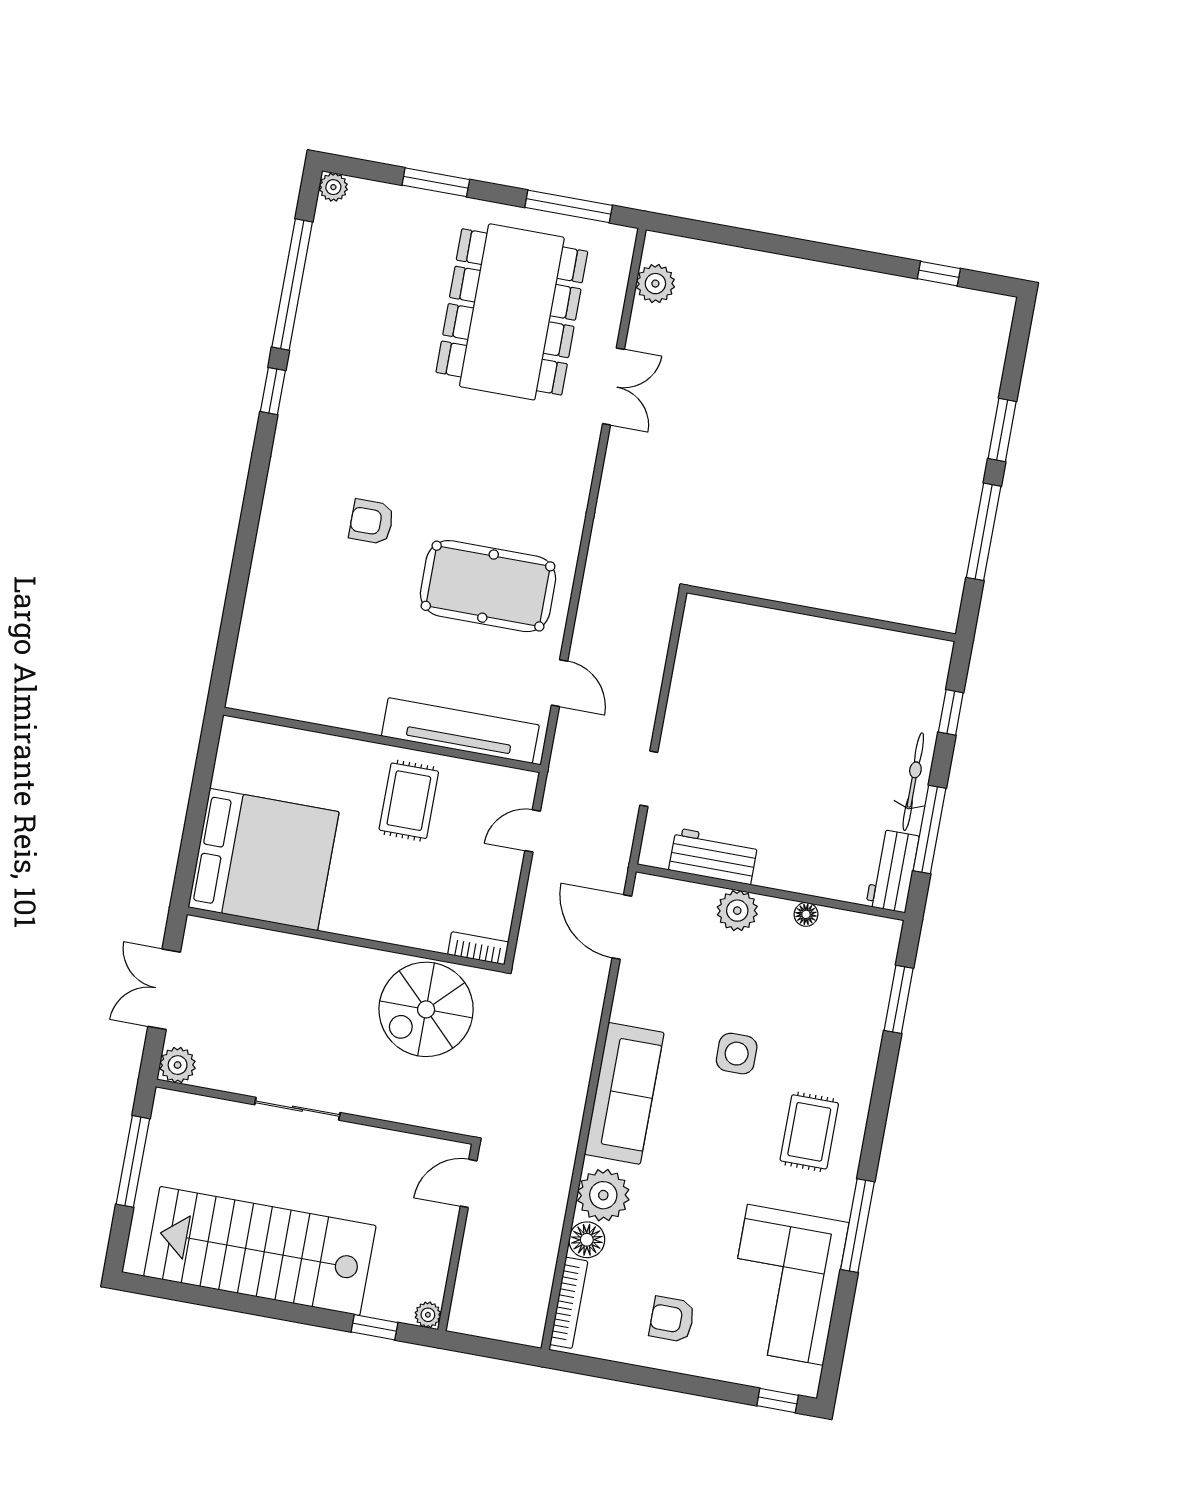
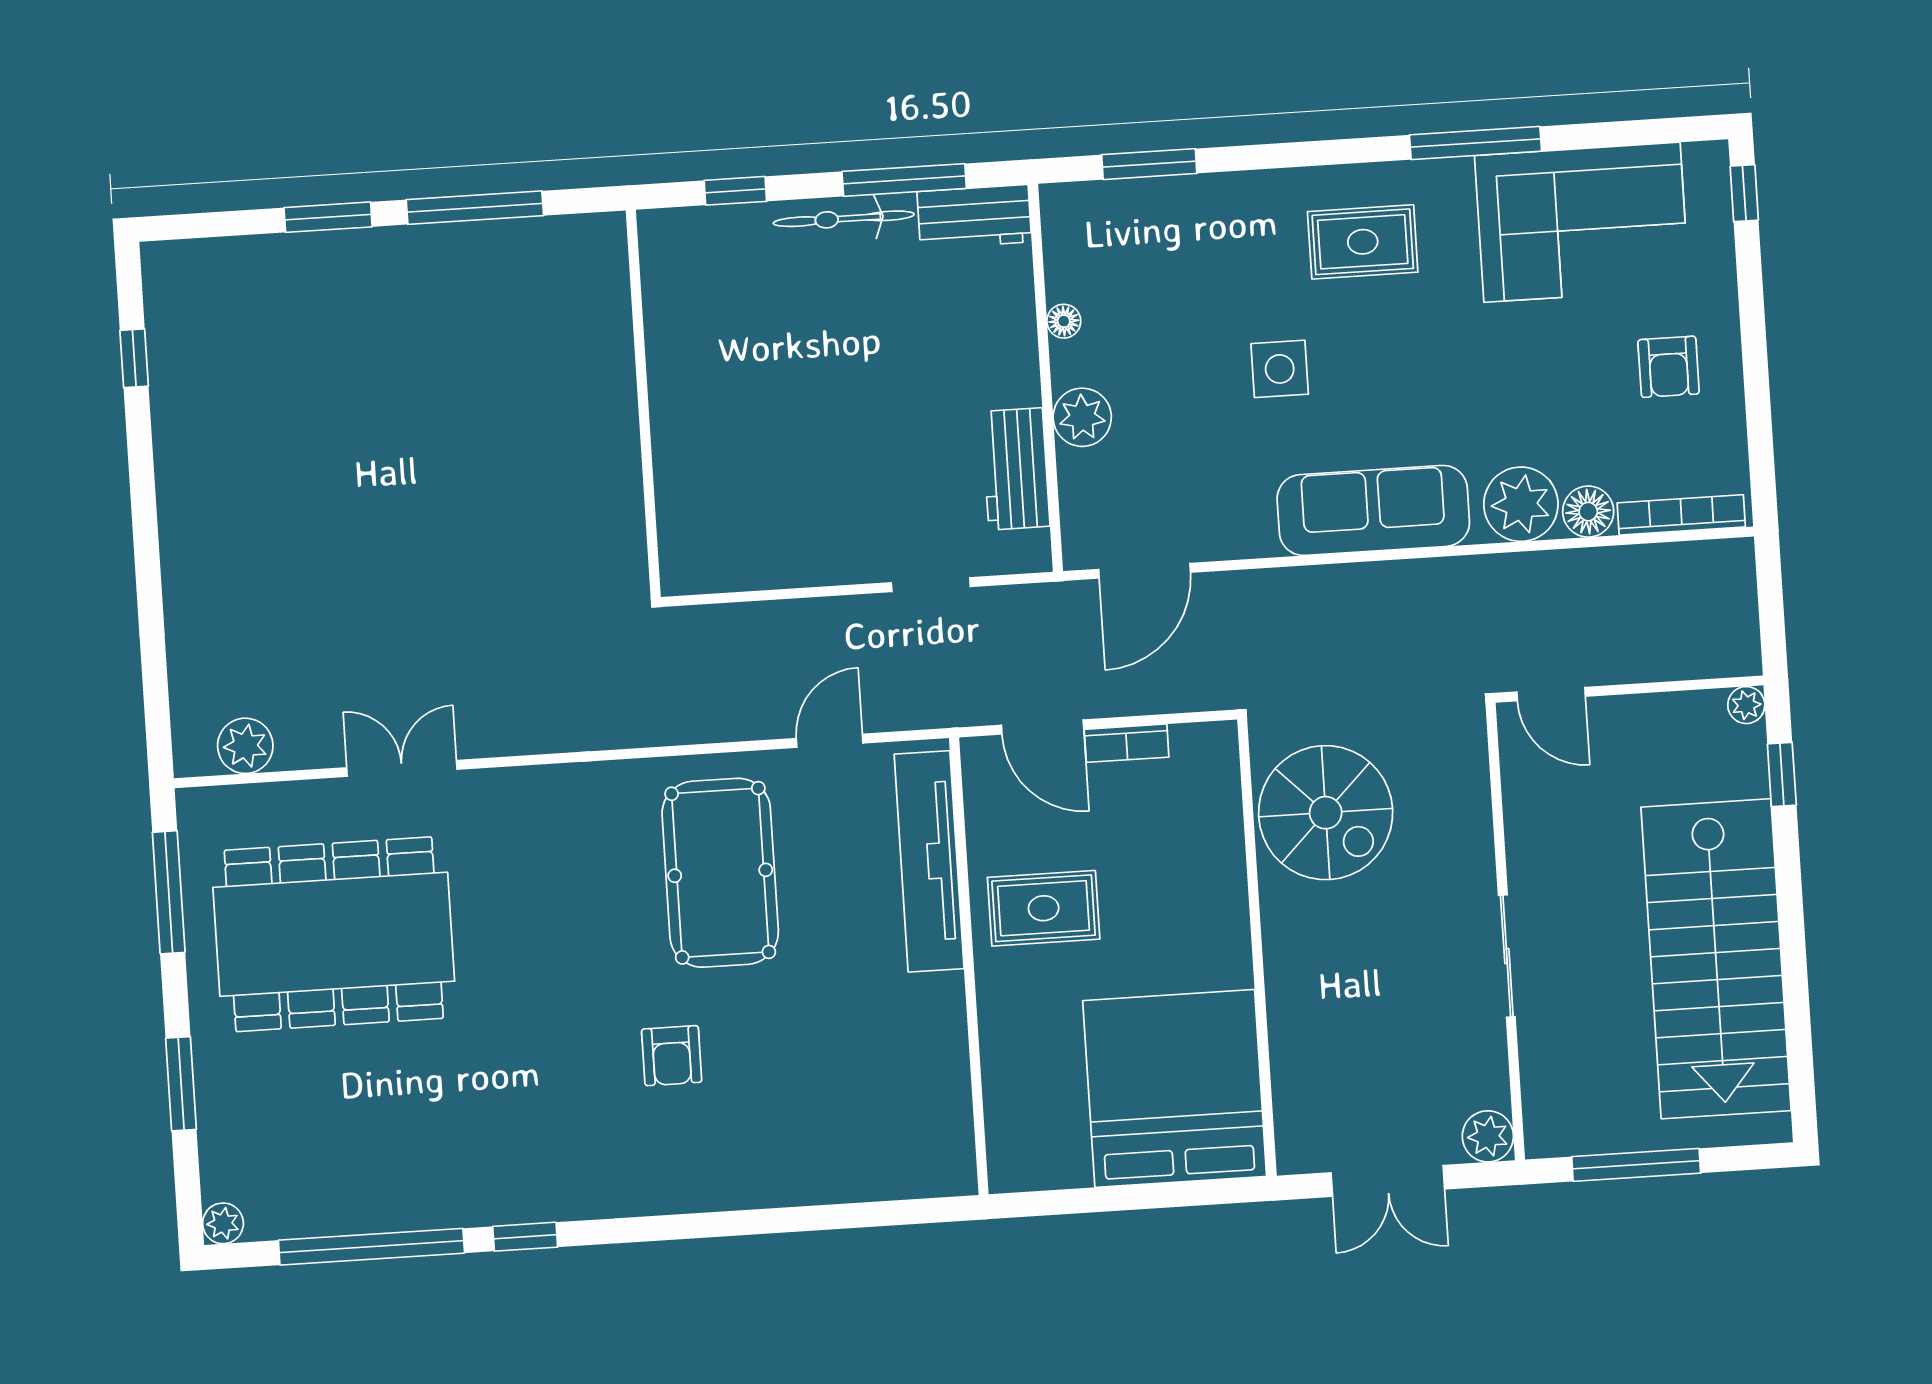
door: (533, 831) -> (1043, 727), width x1.38
bookcase: (478, 948) -> (1127, 743), moved, turned -90

